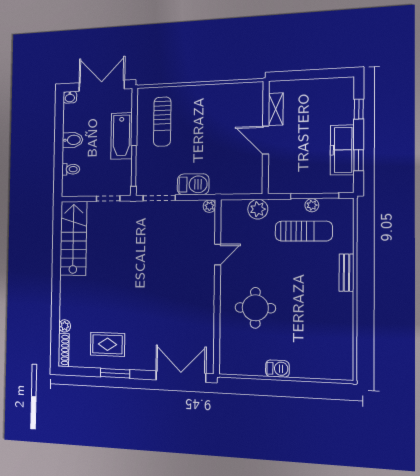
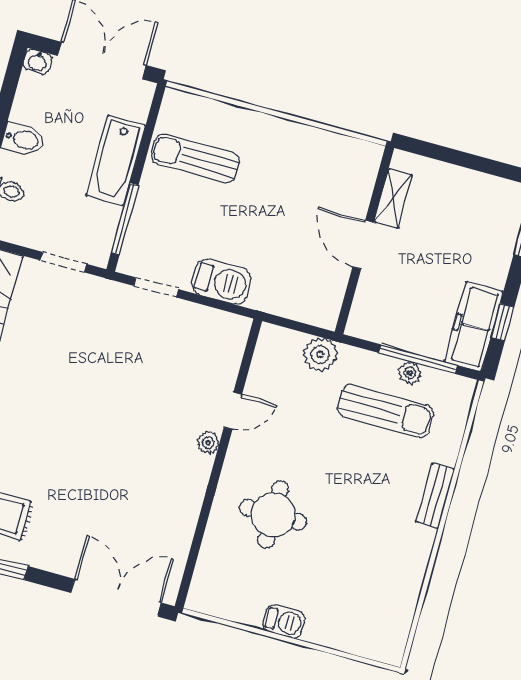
sun lounger: (162, 122) -> (195, 158), turned 90
freezer: (342, 150) -> (474, 327), moved
doorway: (159, 198) -> (156, 287), width x0.73
plant: (209, 206) -> (208, 443), moved

